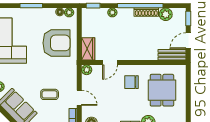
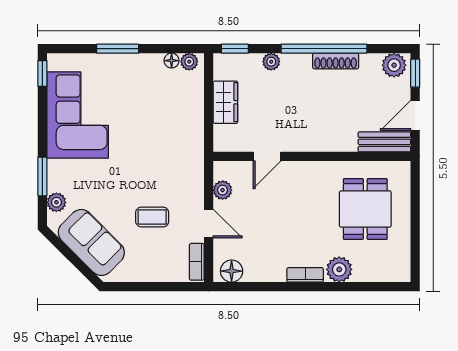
plant: (166, 14) -> (394, 65), moved
armchair: (56, 43) -> (165, 119), removed
wardrobe: (88, 49) -> (225, 102), moved
plant: (87, 70) -> (223, 190), moved
chair: (132, 82) -> (308, 194), removed

